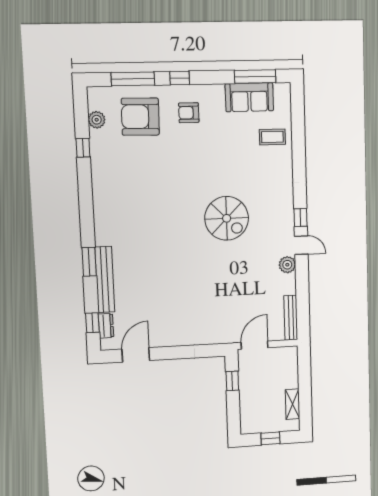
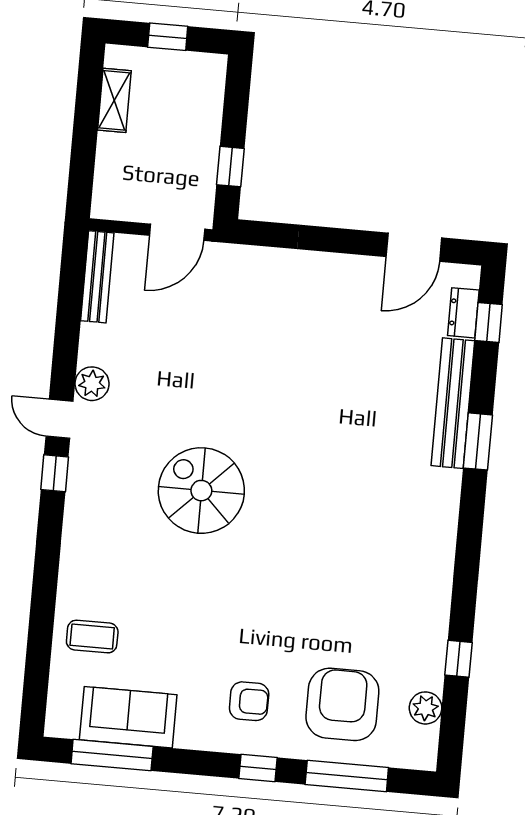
armchair: (140, 117) -> (342, 704), turned -91

